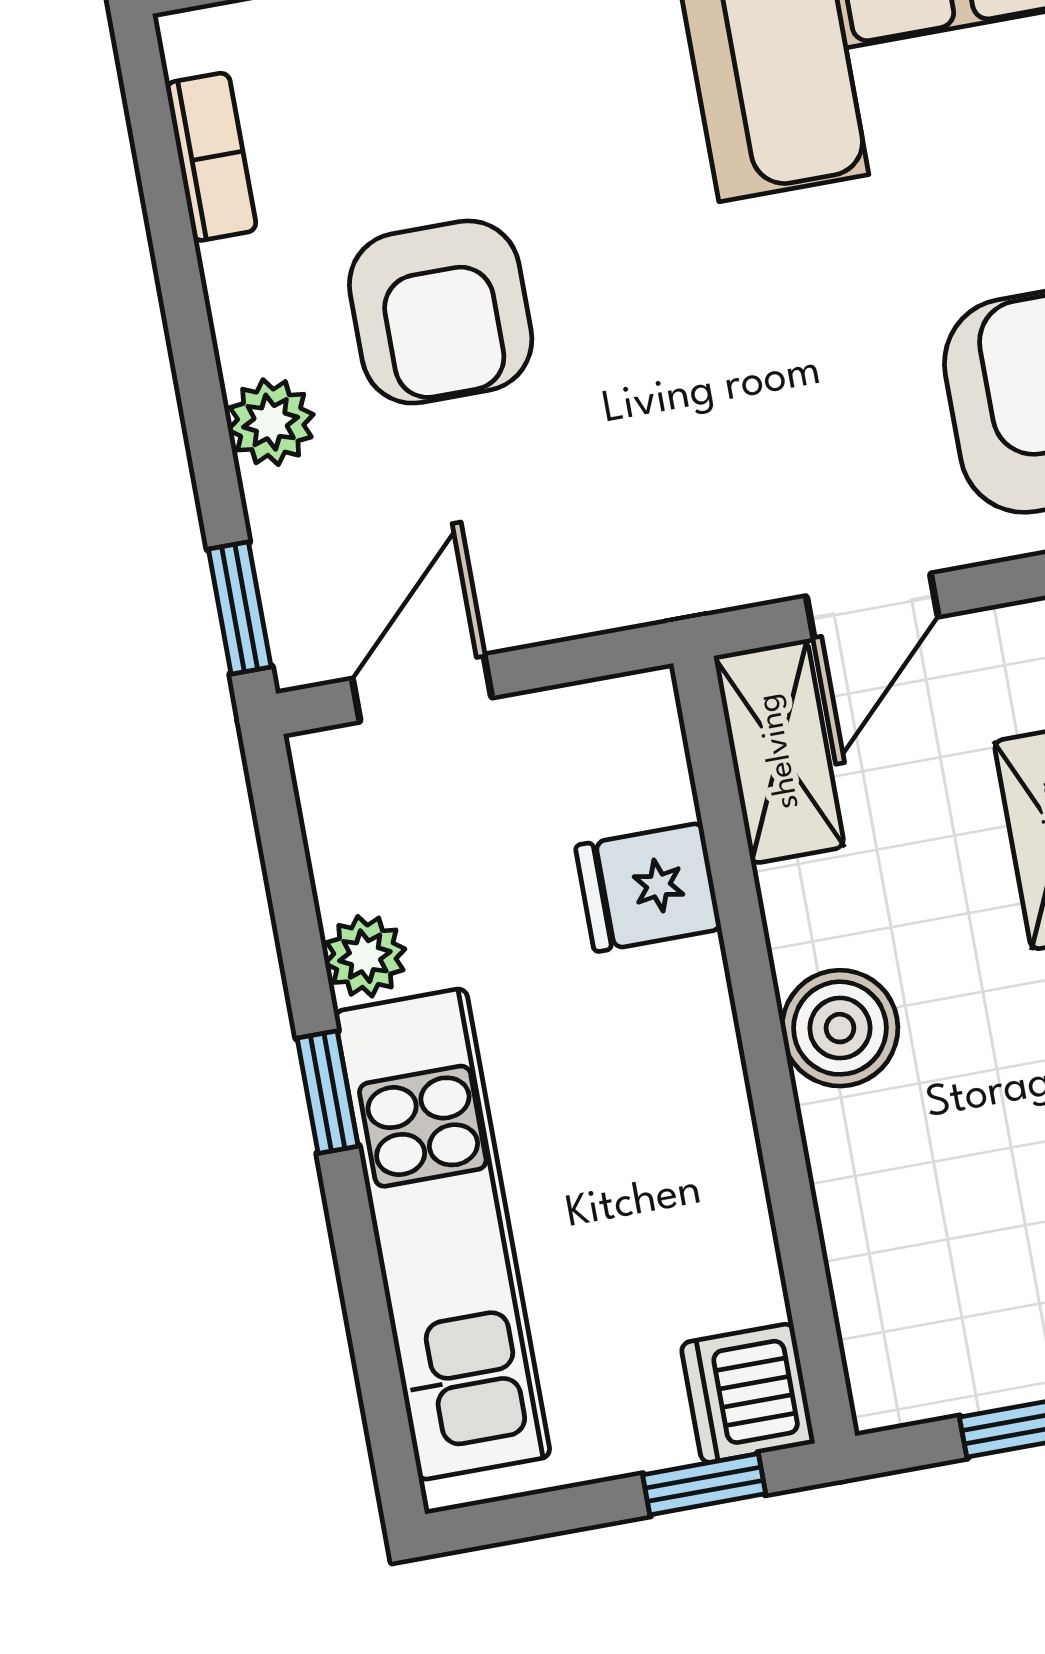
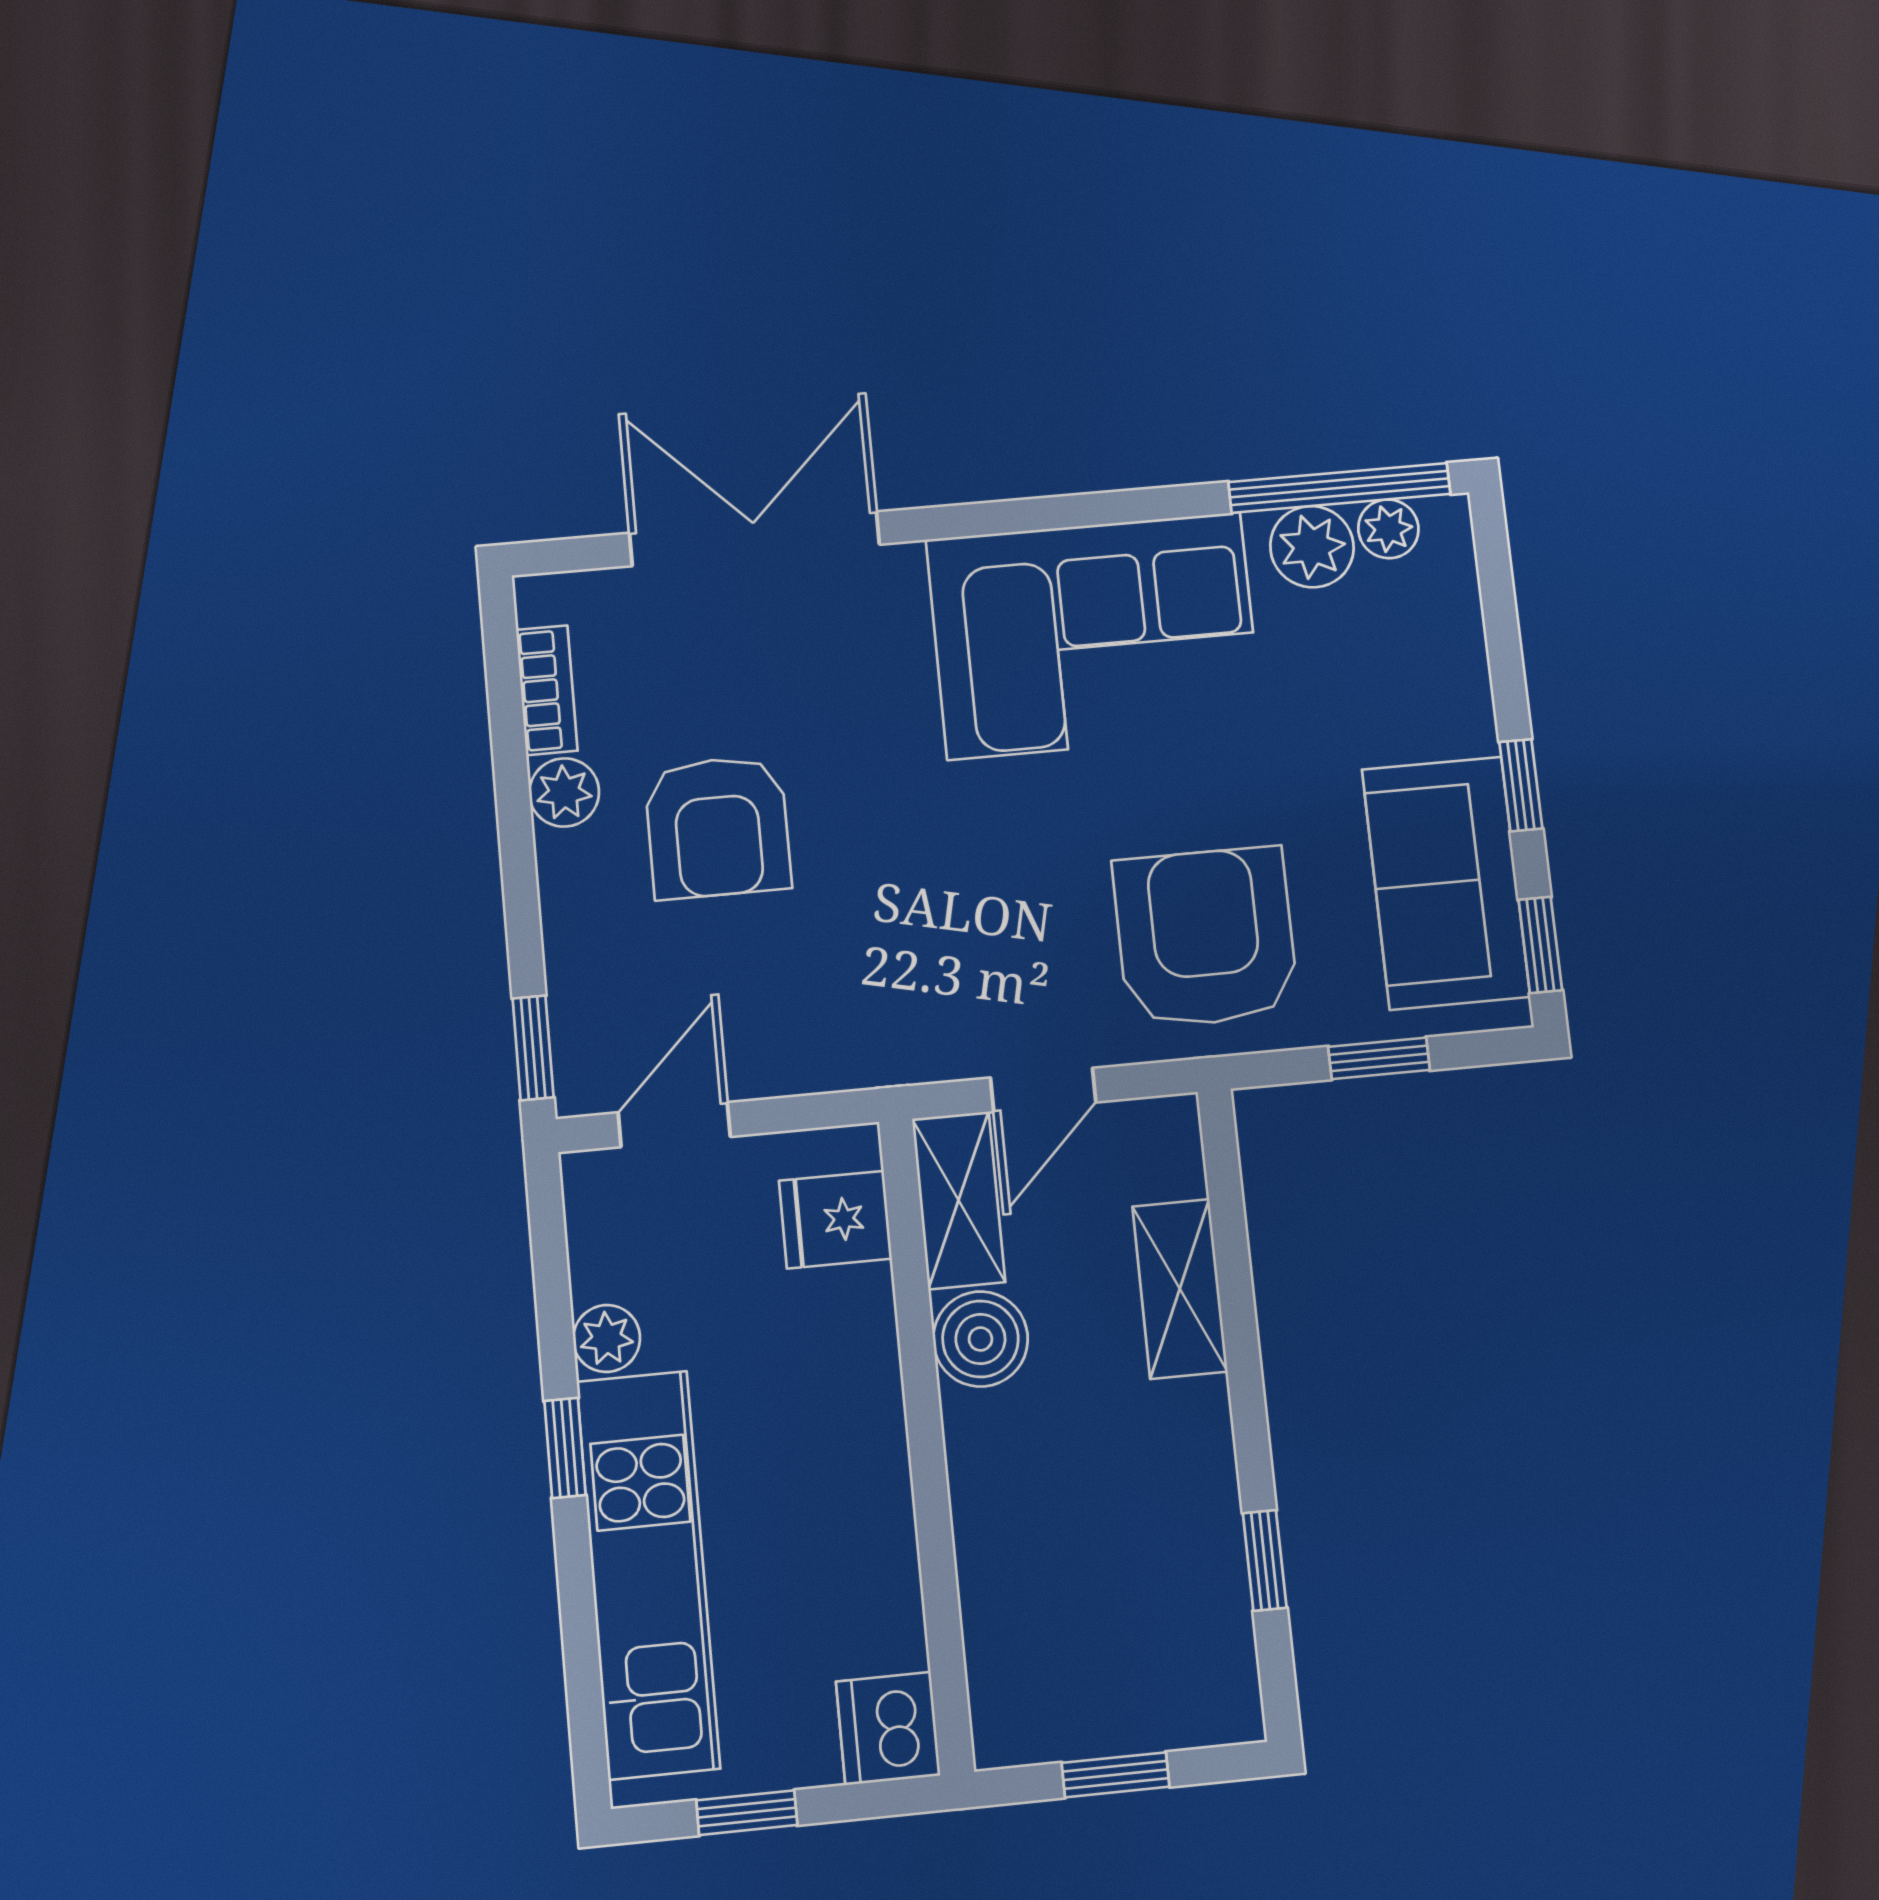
plant: (271, 422) -> (564, 792), moved
fridge: (648, 887) -> (835, 1220), moved
boiler: (840, 1028) -> (980, 1339), moved
window: (704, 1484) -> (747, 1813), moved

